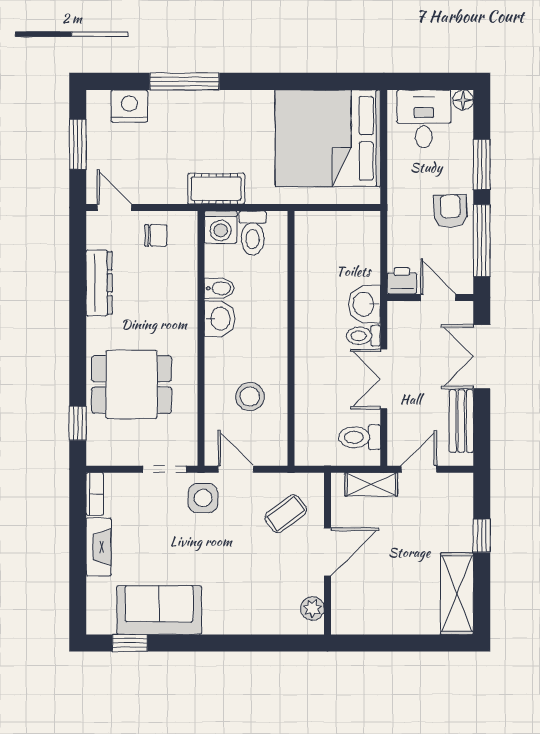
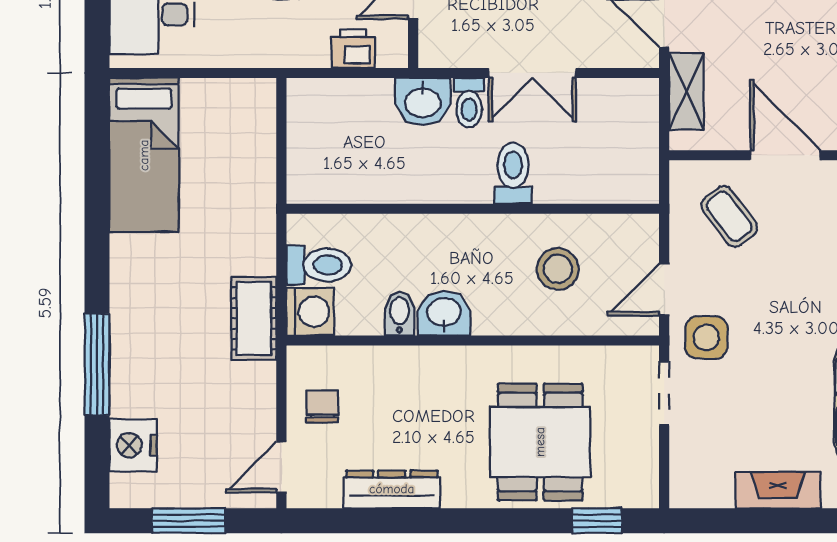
bed: (328, 138) -> (144, 155), width x0.49
printer: (402, 281) -> (353, 49), moved, turned 90
toilet: (360, 437) -> (513, 173), moved, turned 180
bookcase: (95, 494) -> (701, 496), removed

